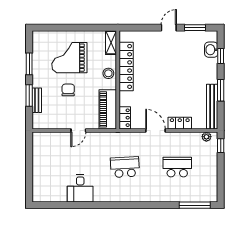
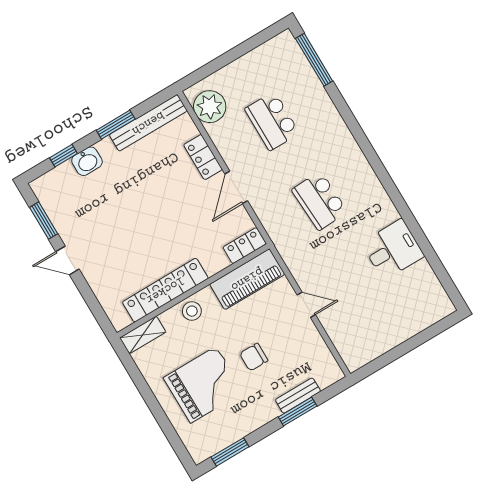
washbasin: (211, 50) -> (87, 161), moved
grand piano: (69, 58) -> (203, 385), turned -90
window: (29, 64) -> (230, 452), moved
plant: (206, 137) -> (210, 107), width x1.88, depth x1.88
window: (221, 146) -> (200, 74), removed

